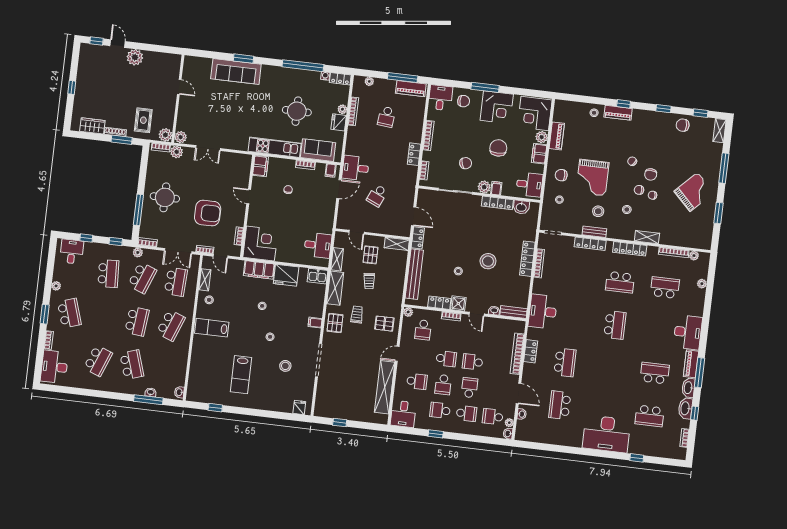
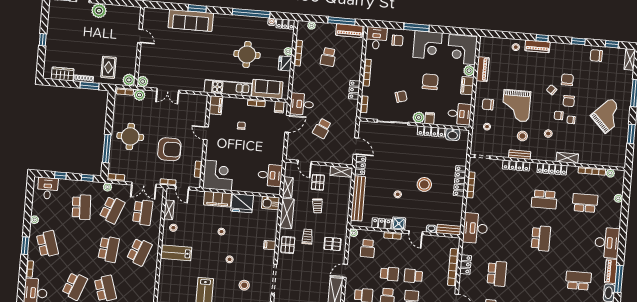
chair: (650, 151) -> (567, 80), added

